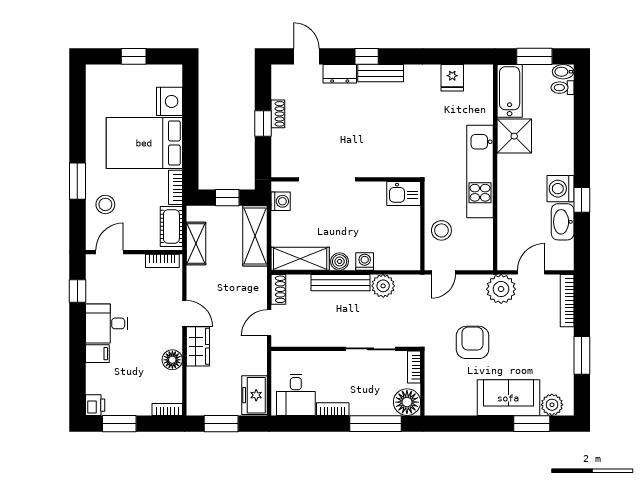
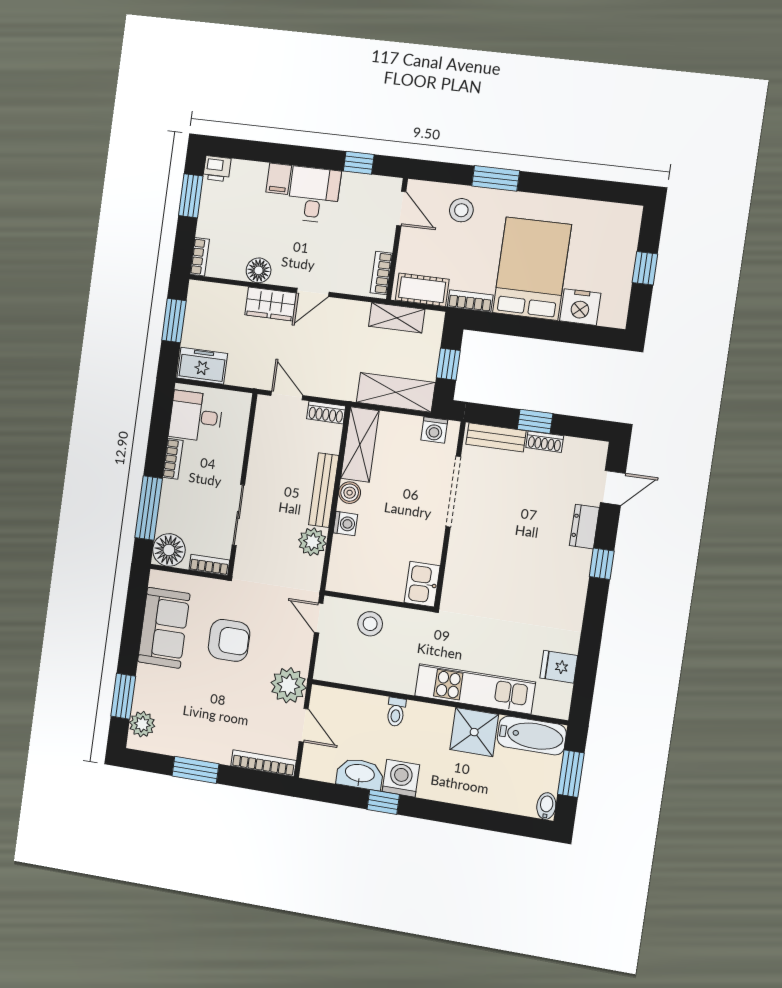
bench: (381, 73) -> (496, 437), moved, turned 90
toilet: (562, 88) -> (396, 712), moved, turned 180
kitchen unit: (480, 171) -> (475, 689), moved
sofa: (508, 398) -> (164, 628), moved

